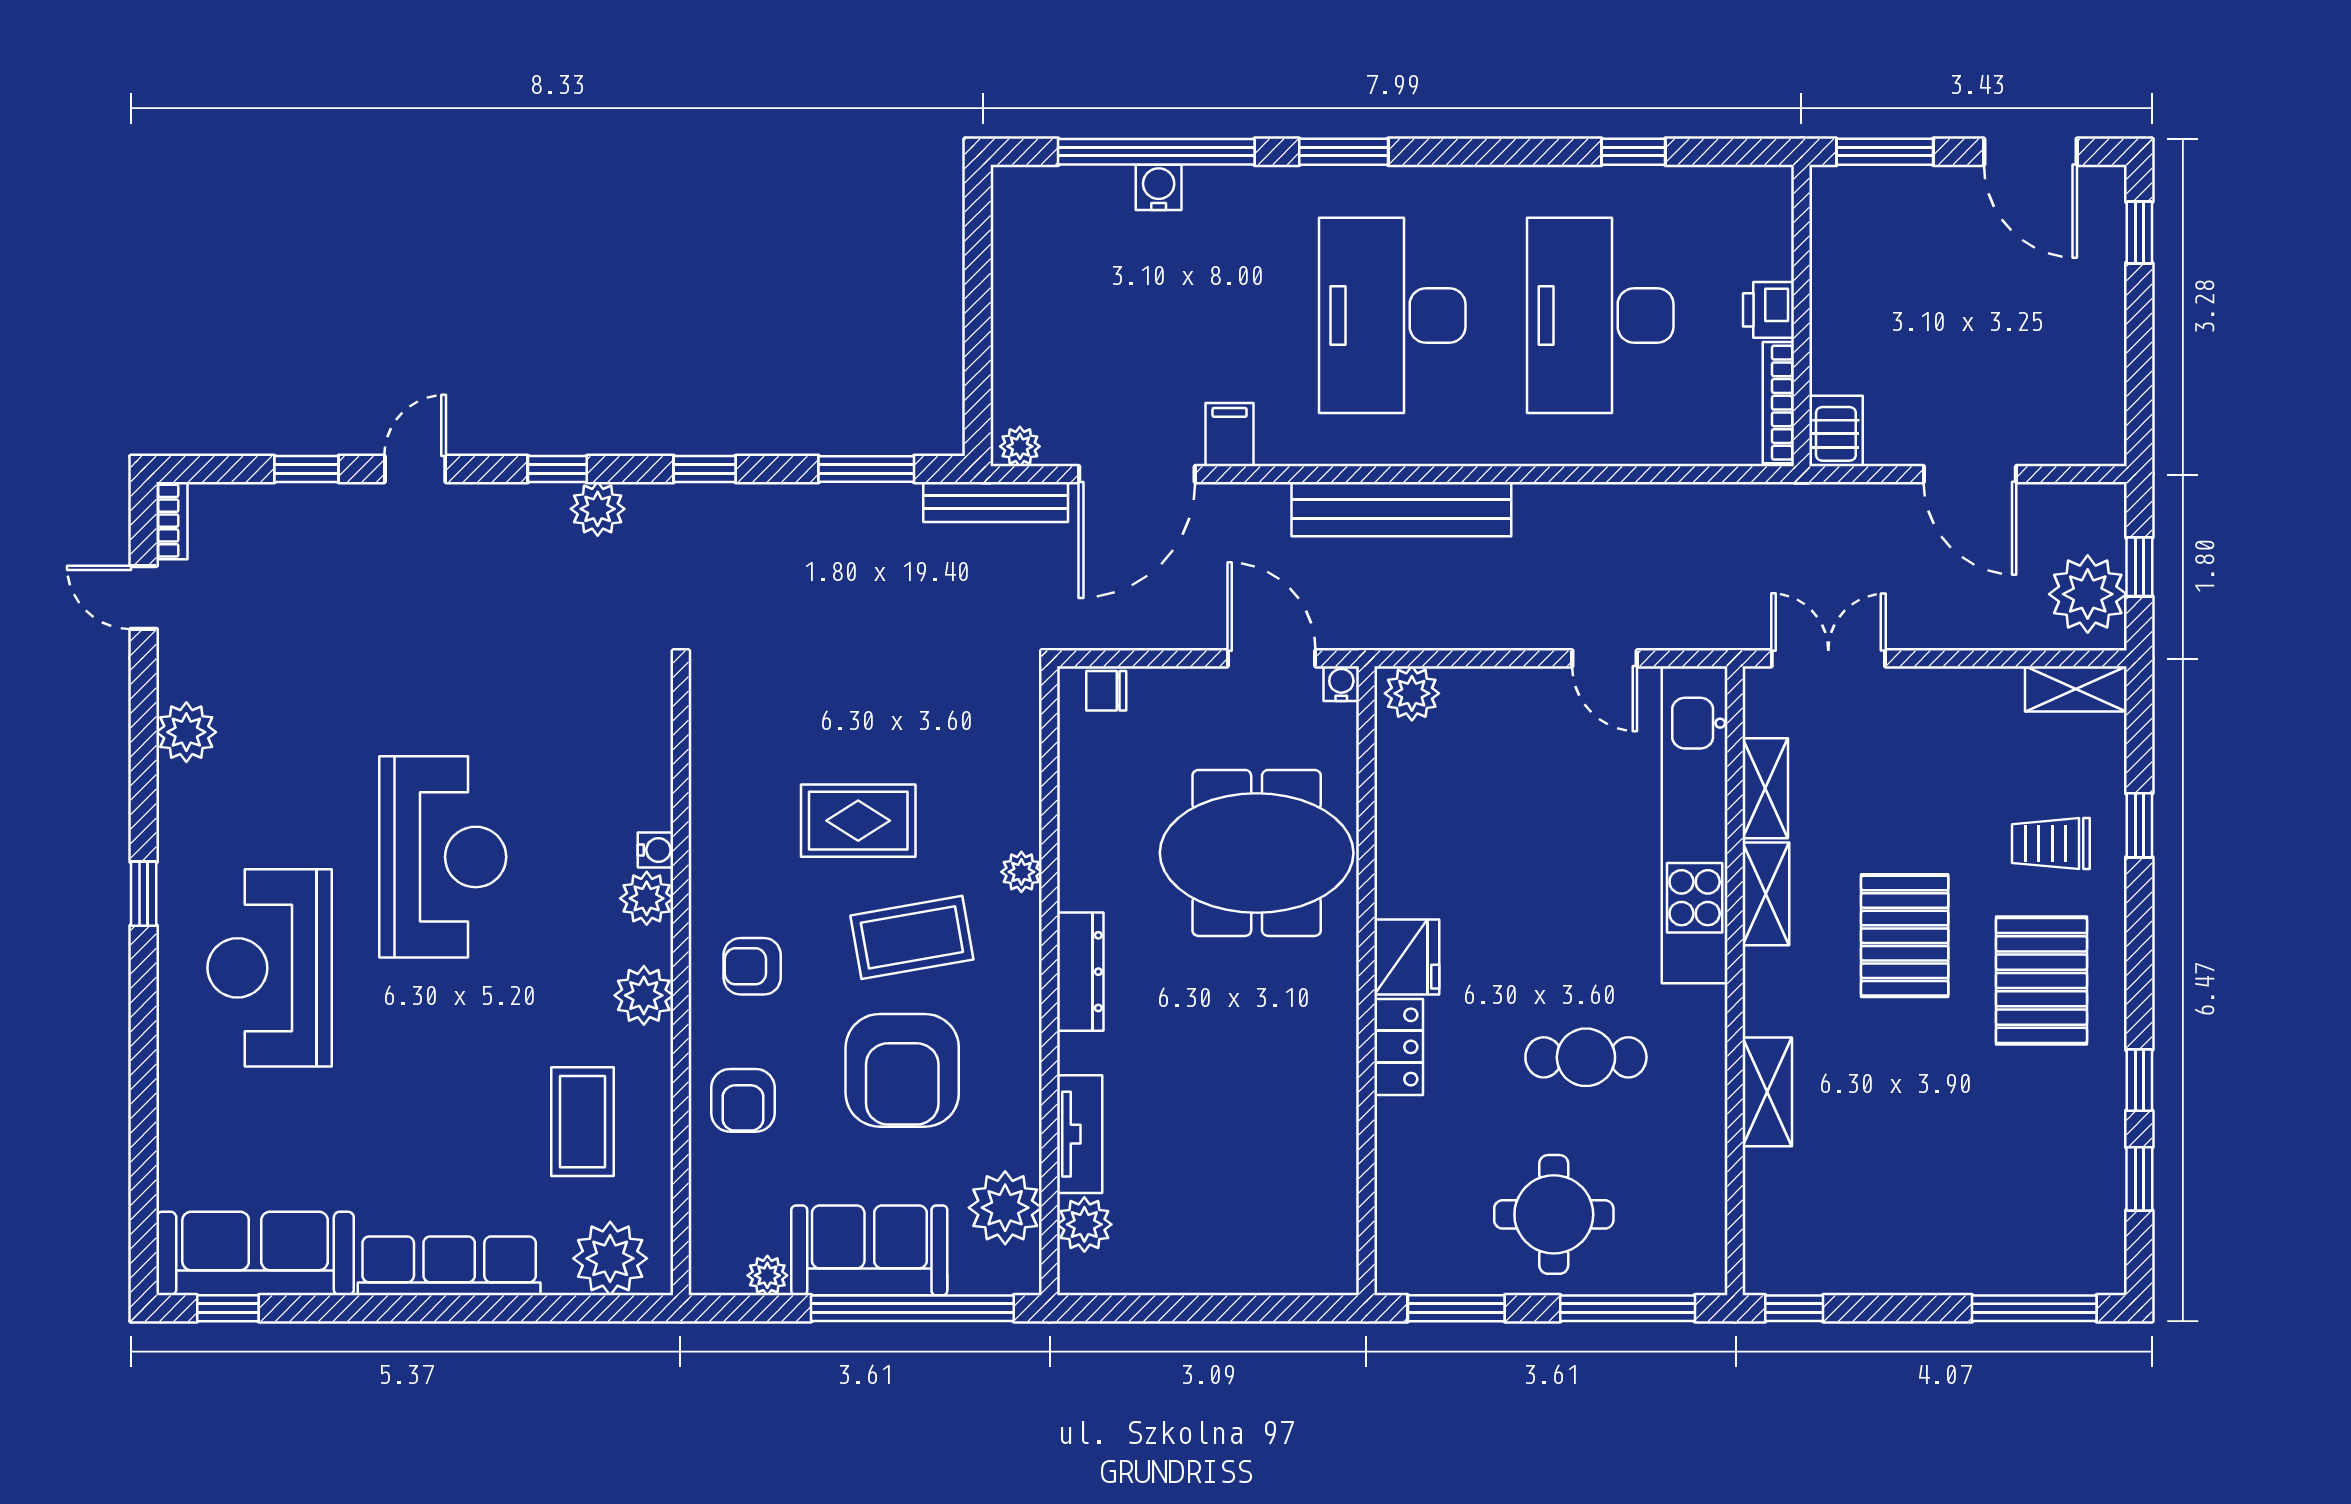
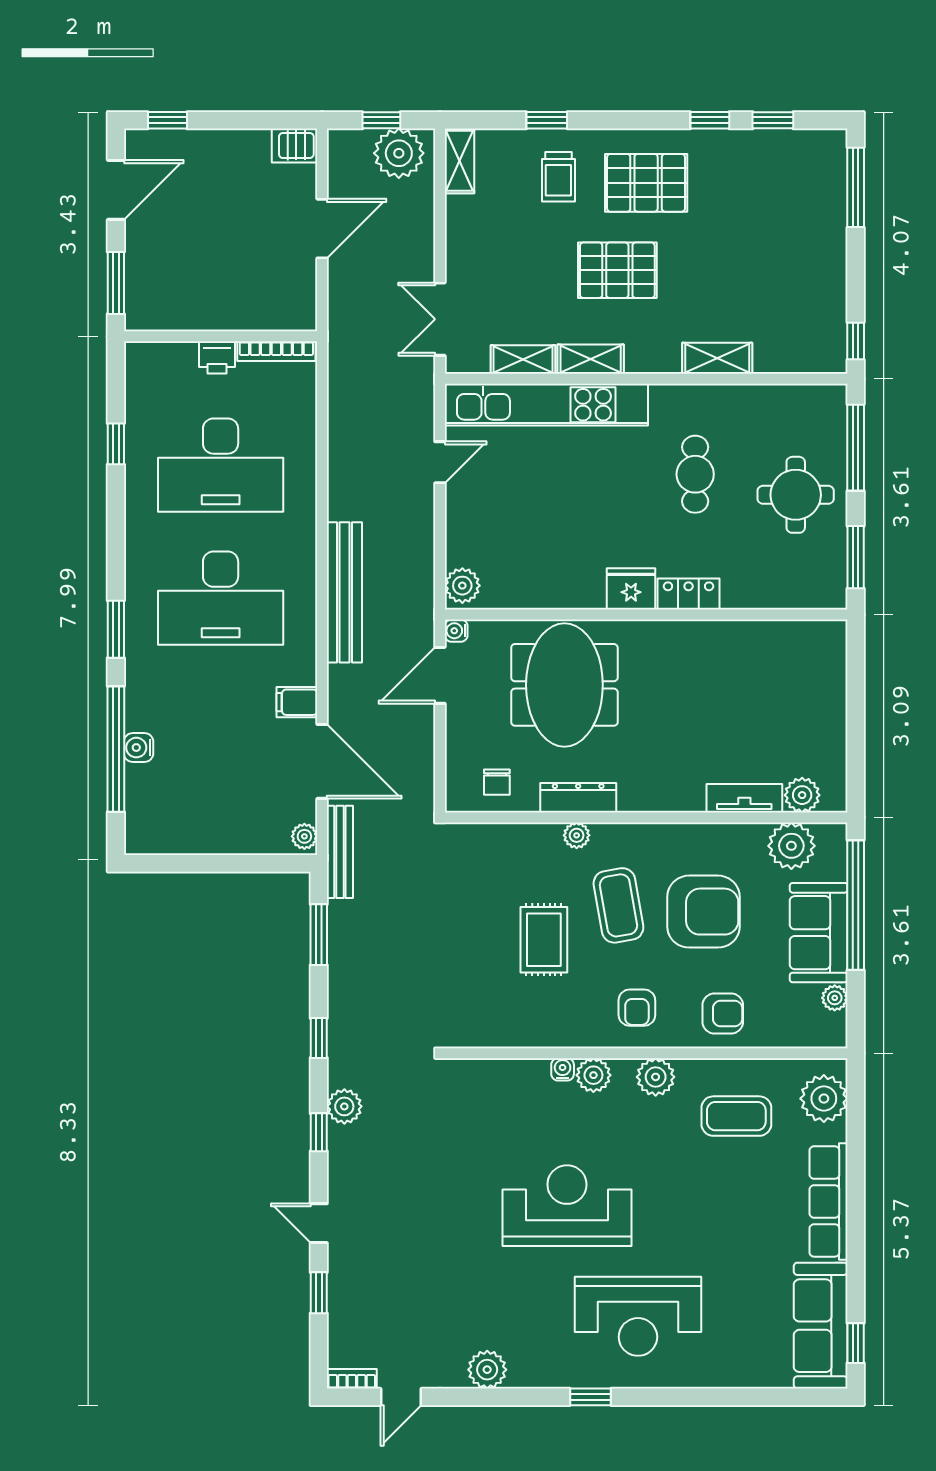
server rack: (1836, 431) -> (295, 145), moved
chair: (1106, 691) -> (497, 782), moved
dresser: (1080, 972) -> (578, 798), moved

